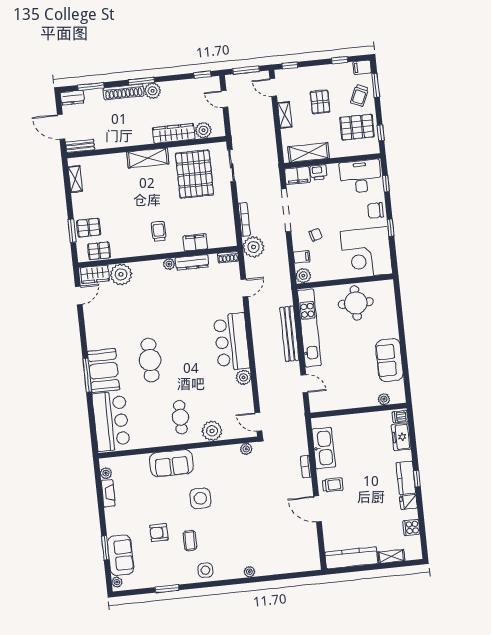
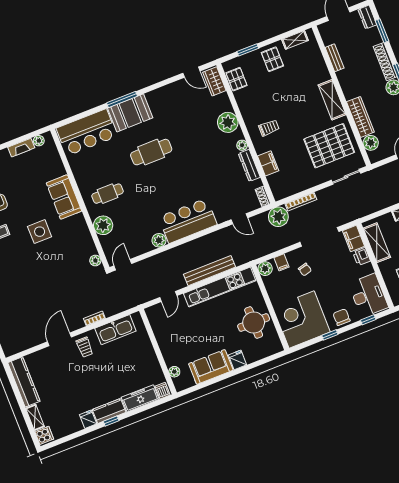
bench: (80, 146) -> (335, 58), moved
pallet: (89, 228) -> (272, 59), moved
plant: (121, 274) -> (228, 122), moved
fridge: (390, 330) -> (237, 360), added
freezer: (401, 437) -> (140, 398), width x1.40
cooker: (411, 528) -> (44, 435), moved, turned 90

